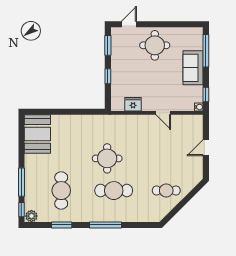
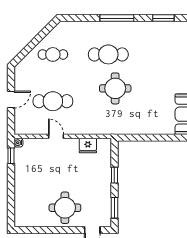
window: (206, 51) -> (11, 202), removed
sofa: (193, 68) -> (24, 184), removed
cafe table: (61, 191) -> (53, 101), moved, turned 90

